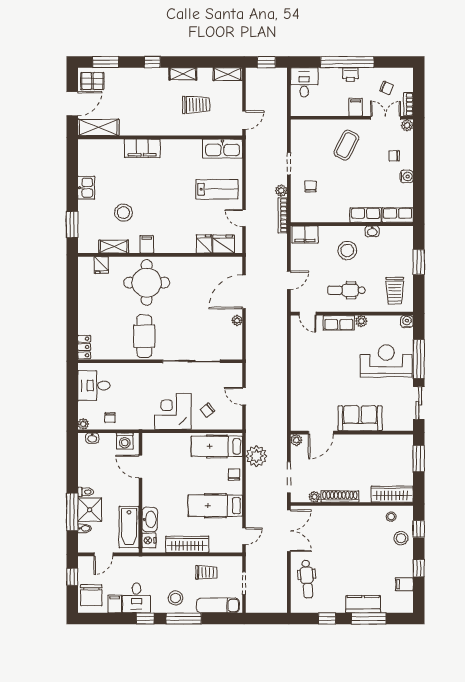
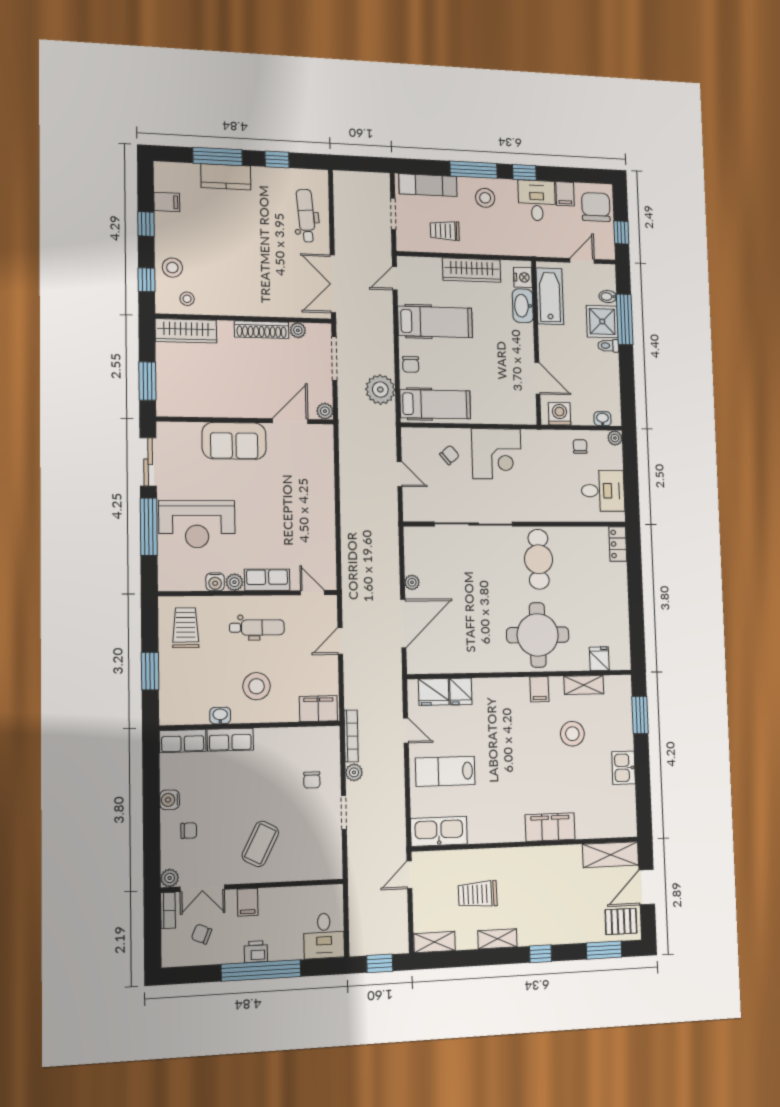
water cooler: (407, 322) -> (215, 582), moved

